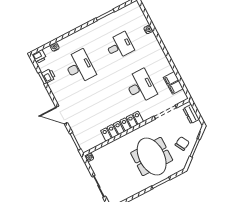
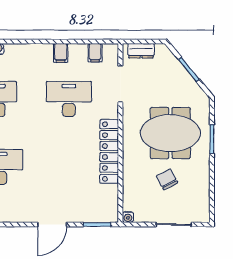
filing cabinet: (171, 79) -> (61, 53), moved
chair: (182, 144) -> (167, 179), moved

